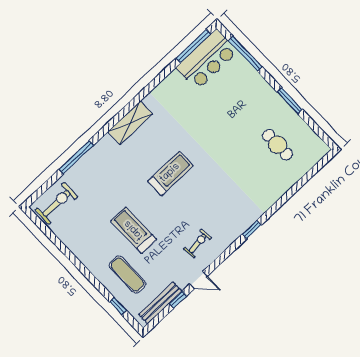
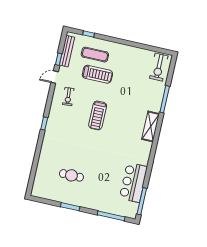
bar counter: (207, 60) -> (133, 182), moved
shelving: (130, 123) -> (151, 127), moved
cafe table: (278, 145) -> (71, 175), moved
treadmill: (170, 173) -> (98, 115), moved
treadmill: (134, 230) -> (97, 74), moved

